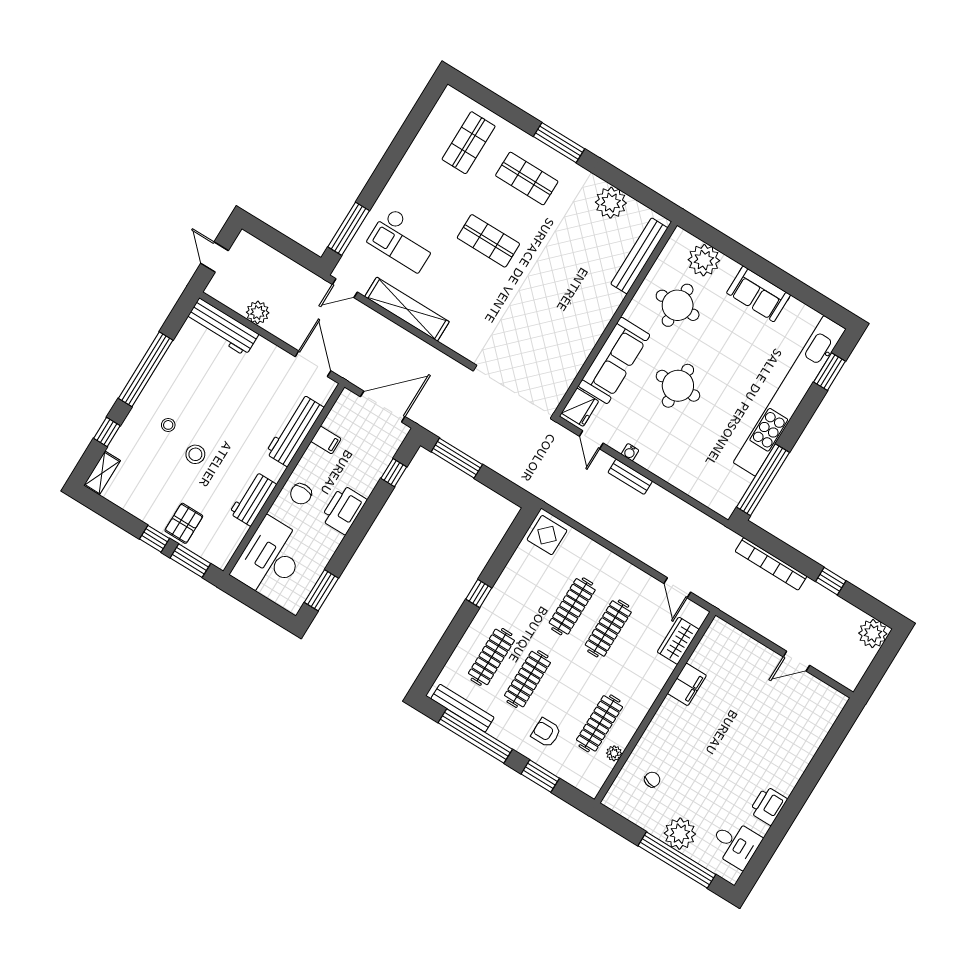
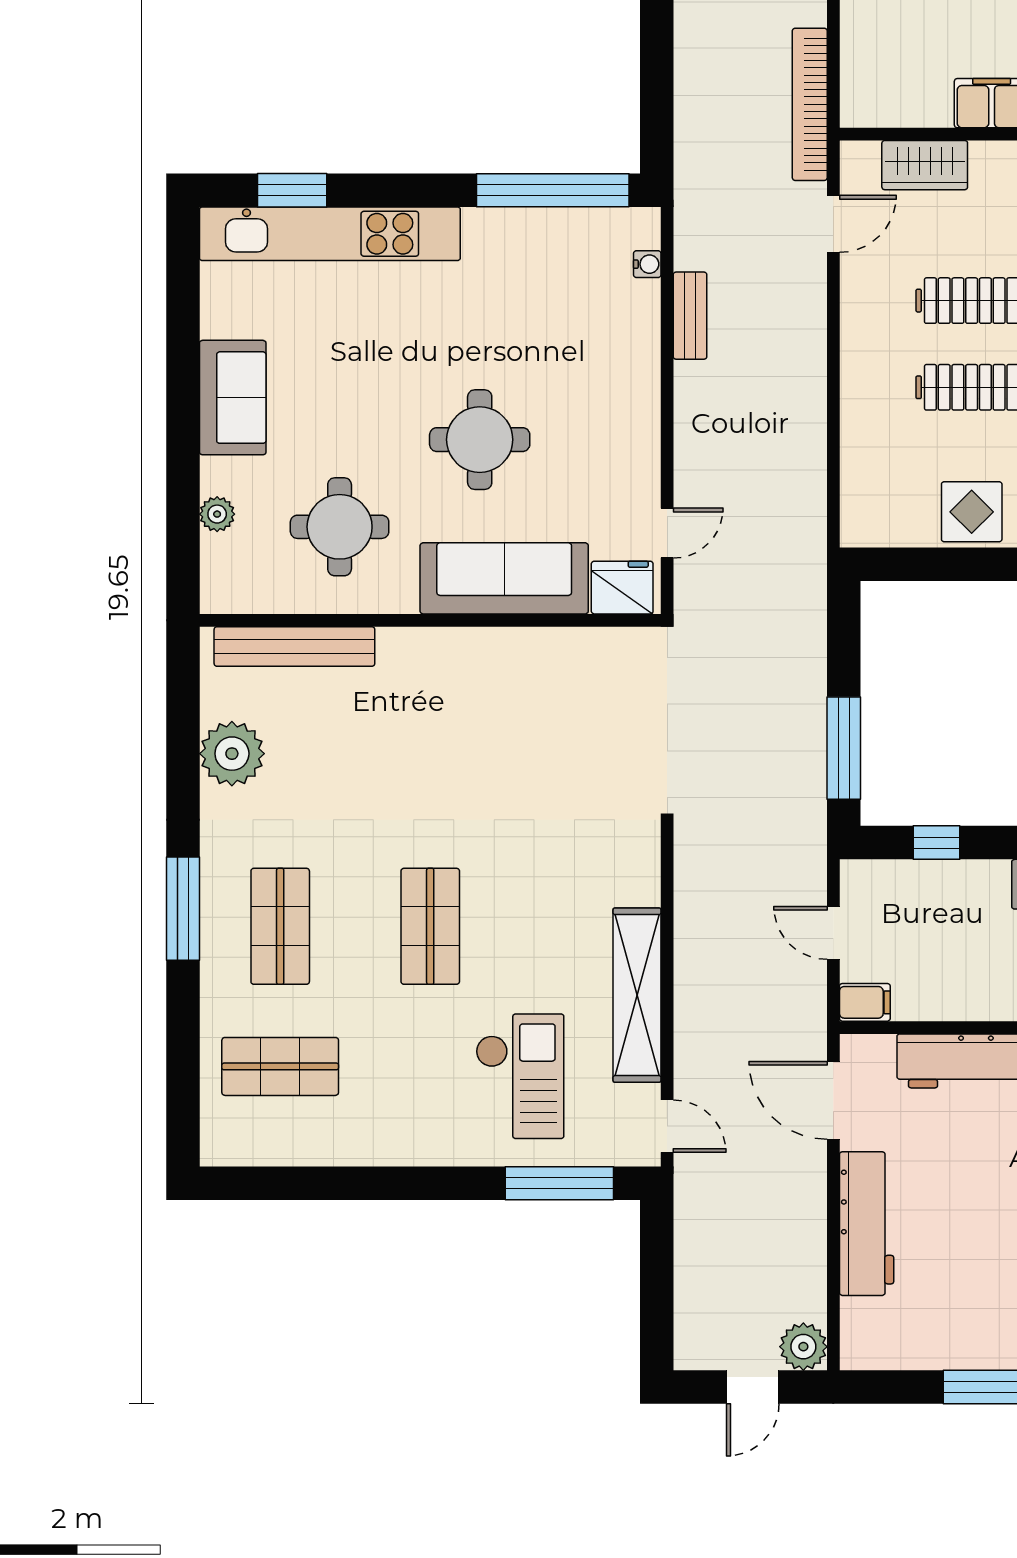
plant: (704, 260) -> (217, 514), width x0.53, depth x0.53
plant: (258, 313) -> (803, 1347), moved
workbench: (222, 327) -> (867, 1224), moved
door: (313, 364) -> (833, 1100), hinge flipped
kitchen unit: (790, 396) -> (330, 234), width x0.73
door: (383, 407) -> (833, 933), width x0.53
filing cabinet: (326, 440) -> (865, 1002), moved, turned 90
water cooler: (630, 452) -> (647, 264), moved
bench: (630, 477) -> (690, 316), moved
display table: (547, 535) -> (972, 512), moved
bookcase: (771, 564) -> (810, 104), moved, turned 180

